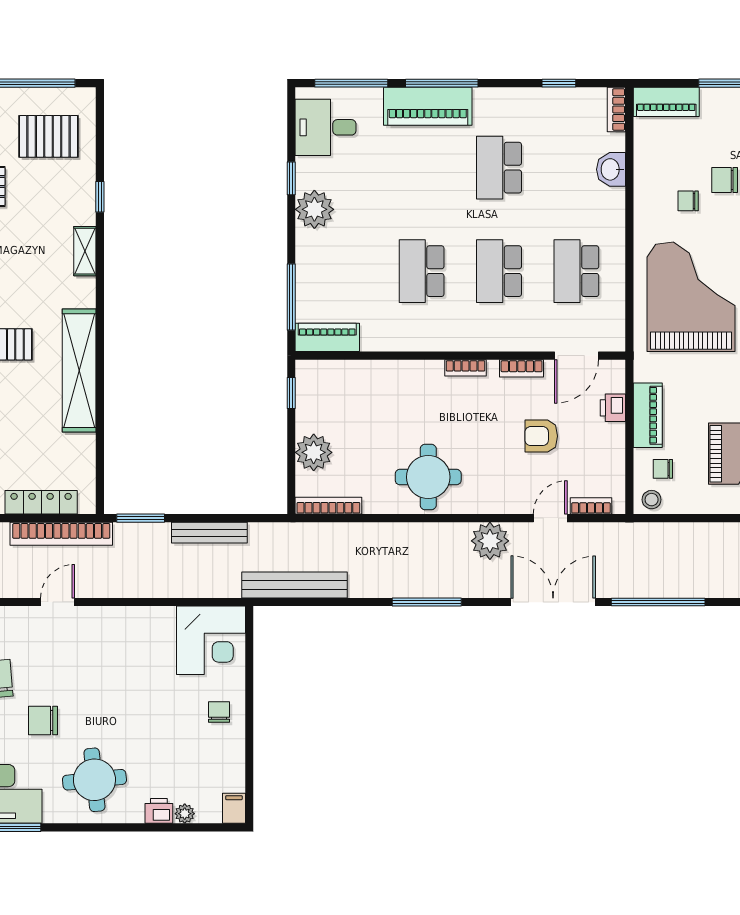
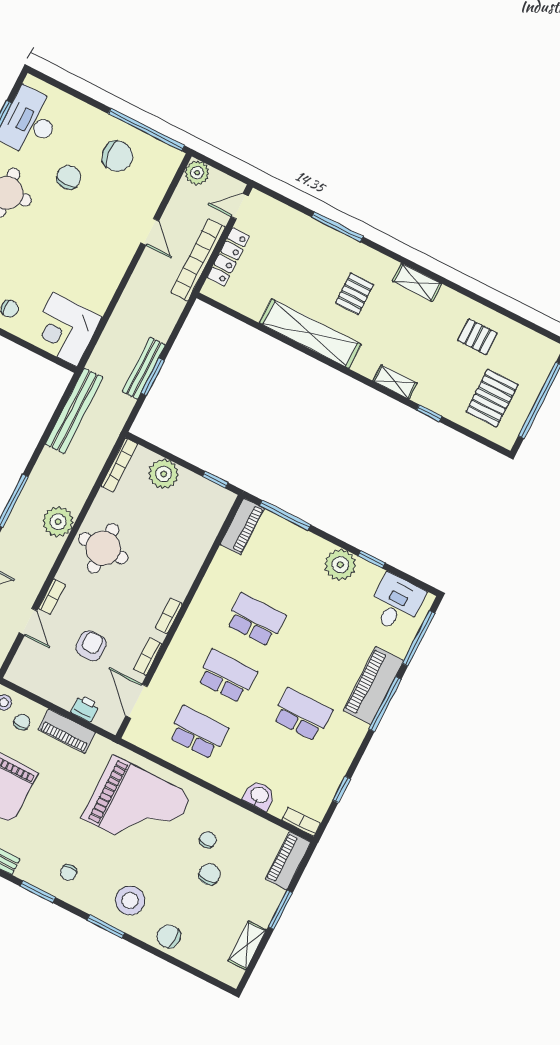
bookcase: (591, 506) -> (52, 597), moved
window: (141, 518) -> (153, 377), moved
plant: (490, 541) -> (58, 522), moved

